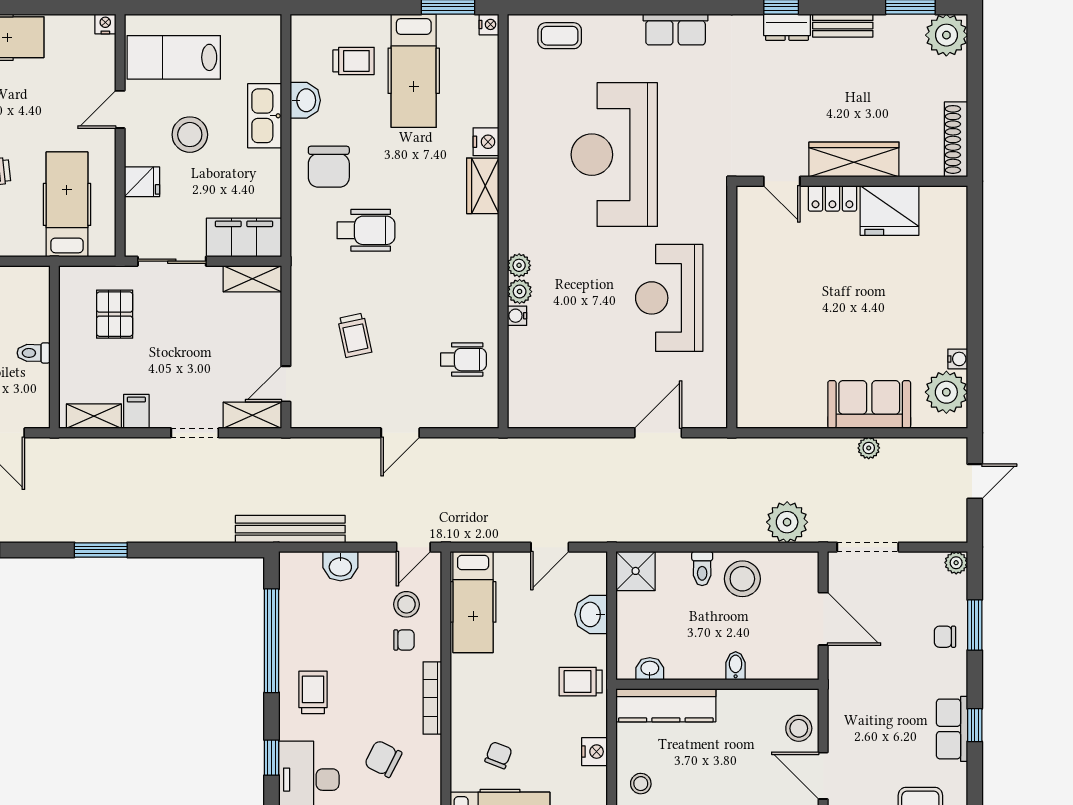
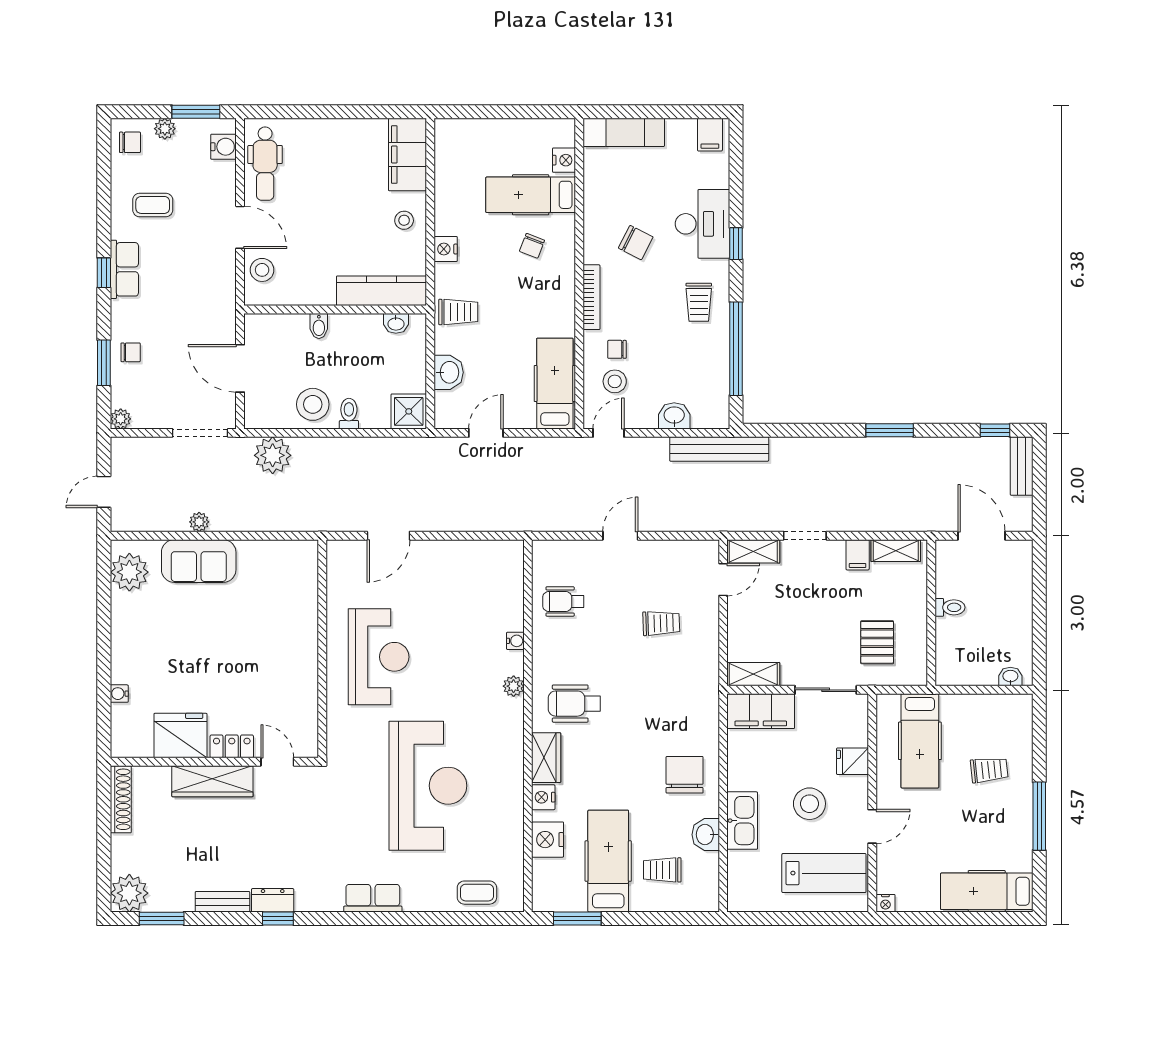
nightstand: (489, 24) -> (548, 840), moved, width x1.89, depth x1.79
wheelchair: (366, 230) -> (574, 704), moved
plant: (520, 292) -> (513, 663), removed
trolley: (355, 335) -> (661, 623), turned 100
water cooler: (958, 359) -> (119, 694), moved

